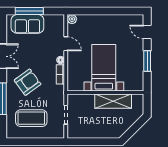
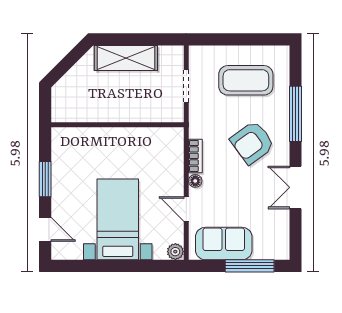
sofa: (27, 24) -> (224, 244), moved
bed with nightstands: (104, 68) -> (118, 219), moved, turned 180
shelving: (113, 101) -> (126, 58), moved

